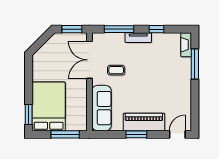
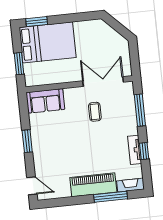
window: (72, 29) -> (134, 59), removed
tv unit: (138, 38) -> (135, 150), moved
sofa: (102, 108) -> (45, 101), width x0.73
piano: (144, 122) -> (93, 185), moved, turned -90
window: (65, 134) -> (19, 64), width x0.69

